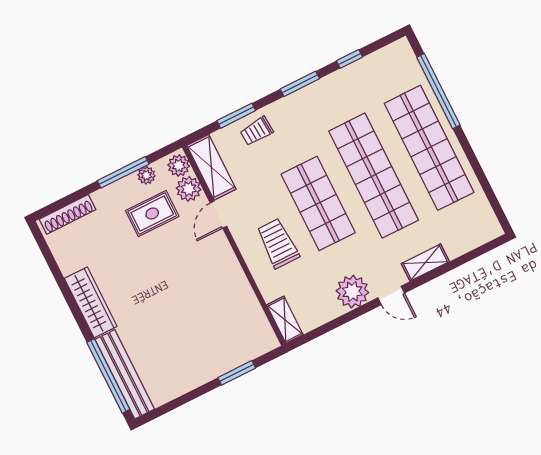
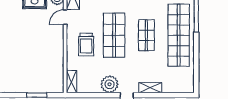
shop shelf: (374, 176) -> (146, 35), width x0.50, depth x0.74
trolley: (278, 243) -> (86, 44), turned 180

